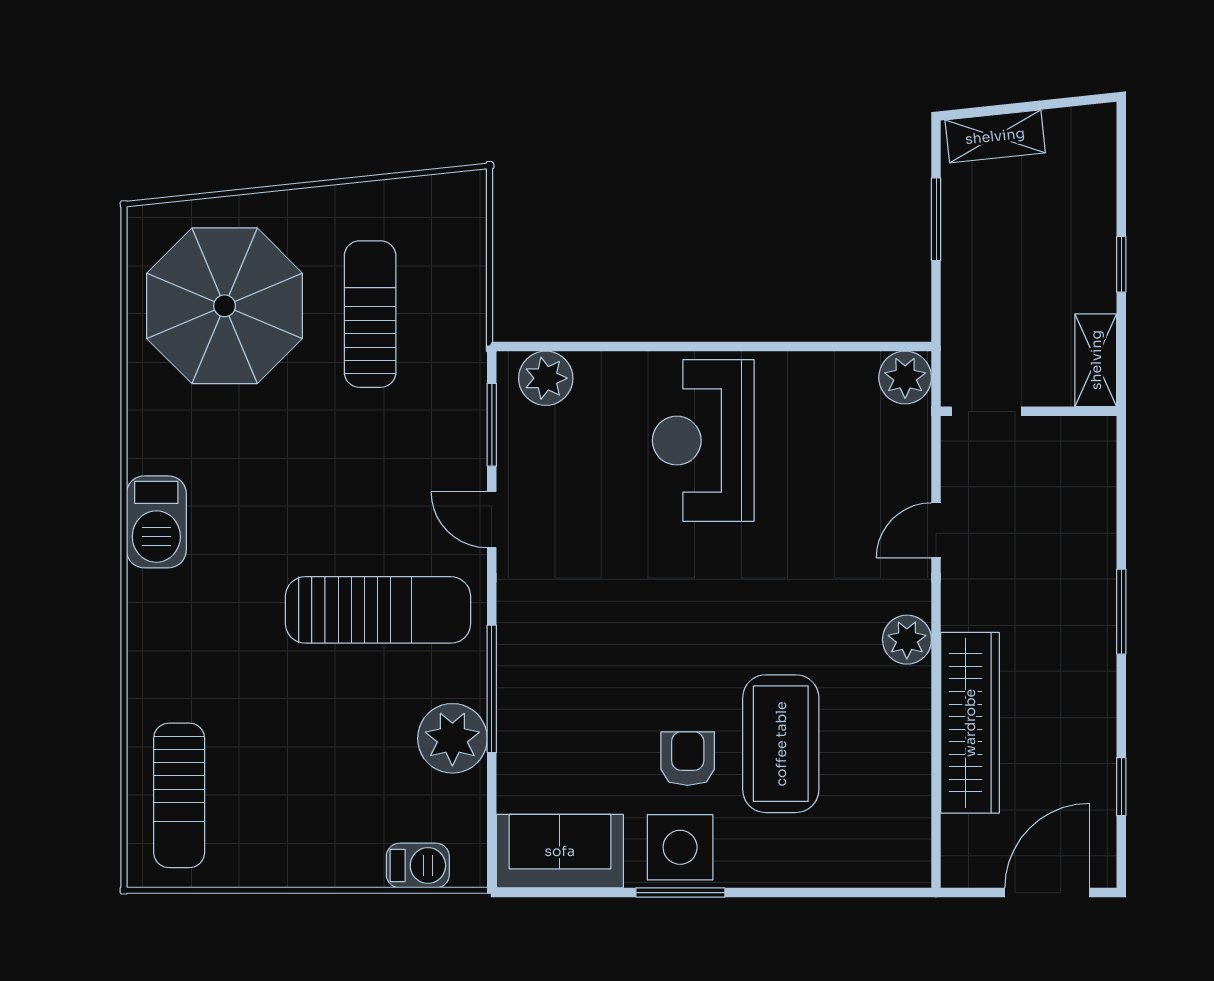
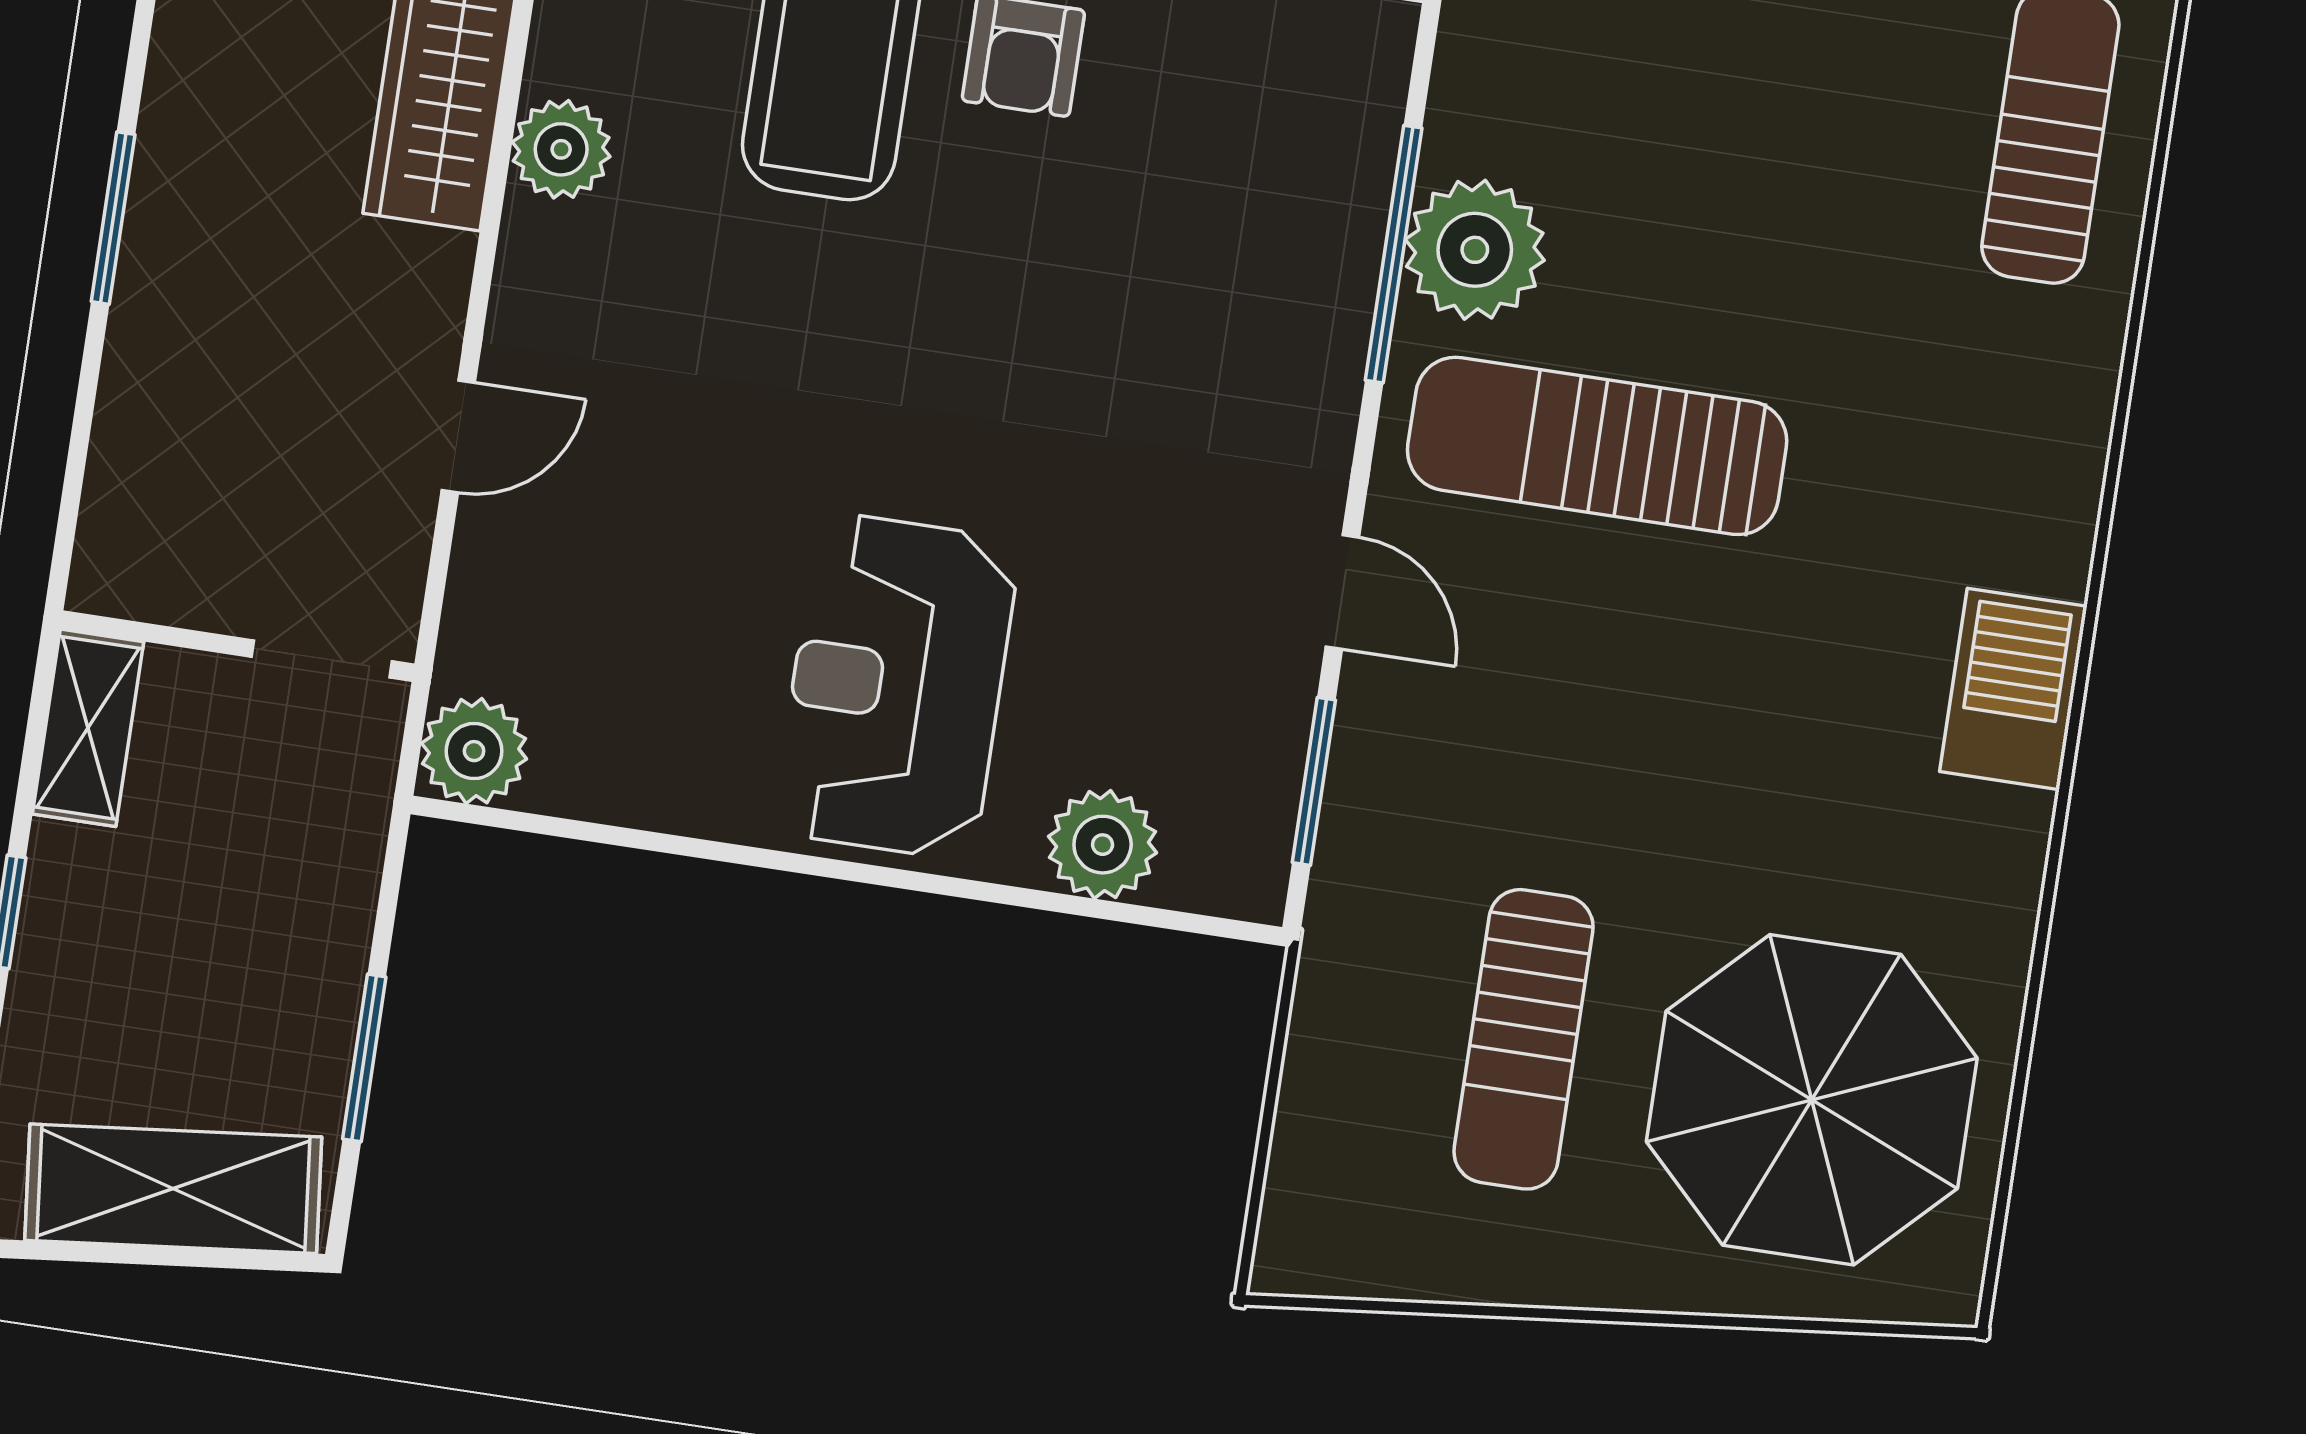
shelving: (995, 136) -> (173, 1189), width x1.50, depth x1.33
plant: (546, 378) -> (1103, 845), moved
reception desk: (703, 441) -> (896, 686), turned 180
plant: (907, 640) -> (561, 149), moved
plant: (452, 738) -> (1475, 250), moved

